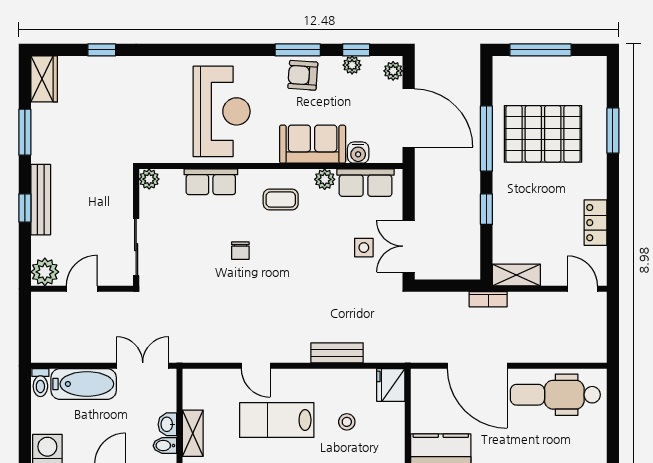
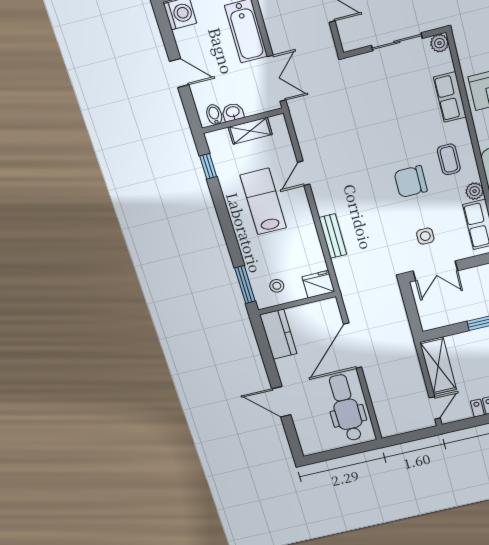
double door: (409, 246) -> (435, 271), swing flipped
sliding door: (136, 247) -> (397, 42), moved
chair: (240, 251) -> (411, 182), moved, width x1.87, depth x1.87
shelving: (516, 275) -> (438, 366), width x1.50, depth x1.33
bookcase: (488, 299) -> (408, 341), removed
stool: (347, 422) -> (277, 286), moved
shelving: (193, 433) -> (250, 131), moved

